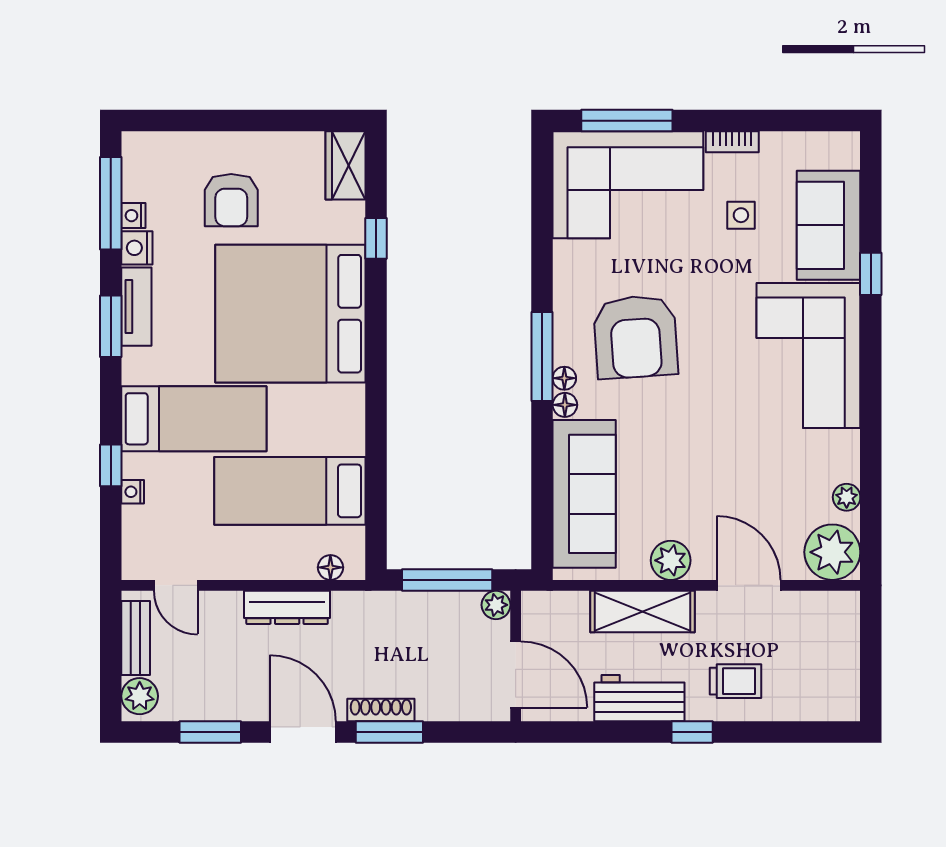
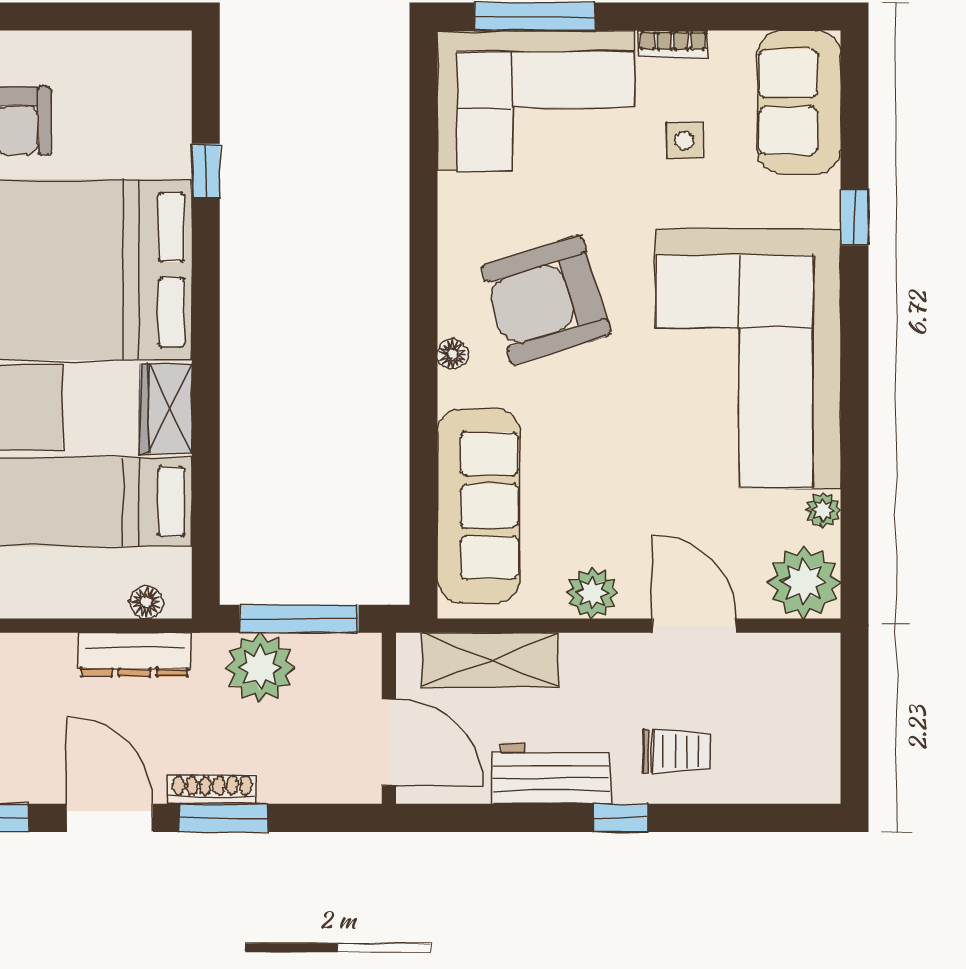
wardrobe: (345, 165) -> (166, 409), moved
sofa: (829, 225) -> (799, 102), moved
armchair: (636, 337) -> (546, 300), turned 77
corner sofa: (808, 356) -> (748, 359), width x1.36, depth x1.36
window: (542, 357) -> (424, 326), removed
floor lamp: (565, 405) -> (453, 389), removed
plant: (496, 605) -> (260, 668), moved, width x1.88, depth x1.88
dresser: (287, 607) -> (134, 655), moved
shelving: (642, 611) -> (490, 660), moved

